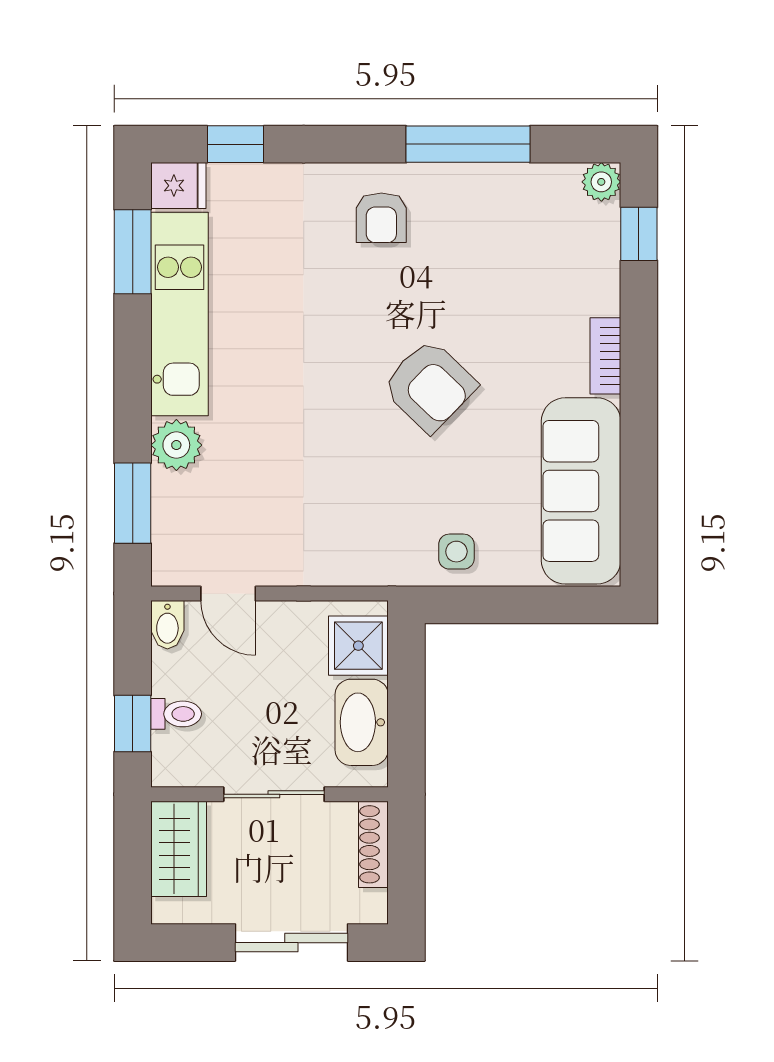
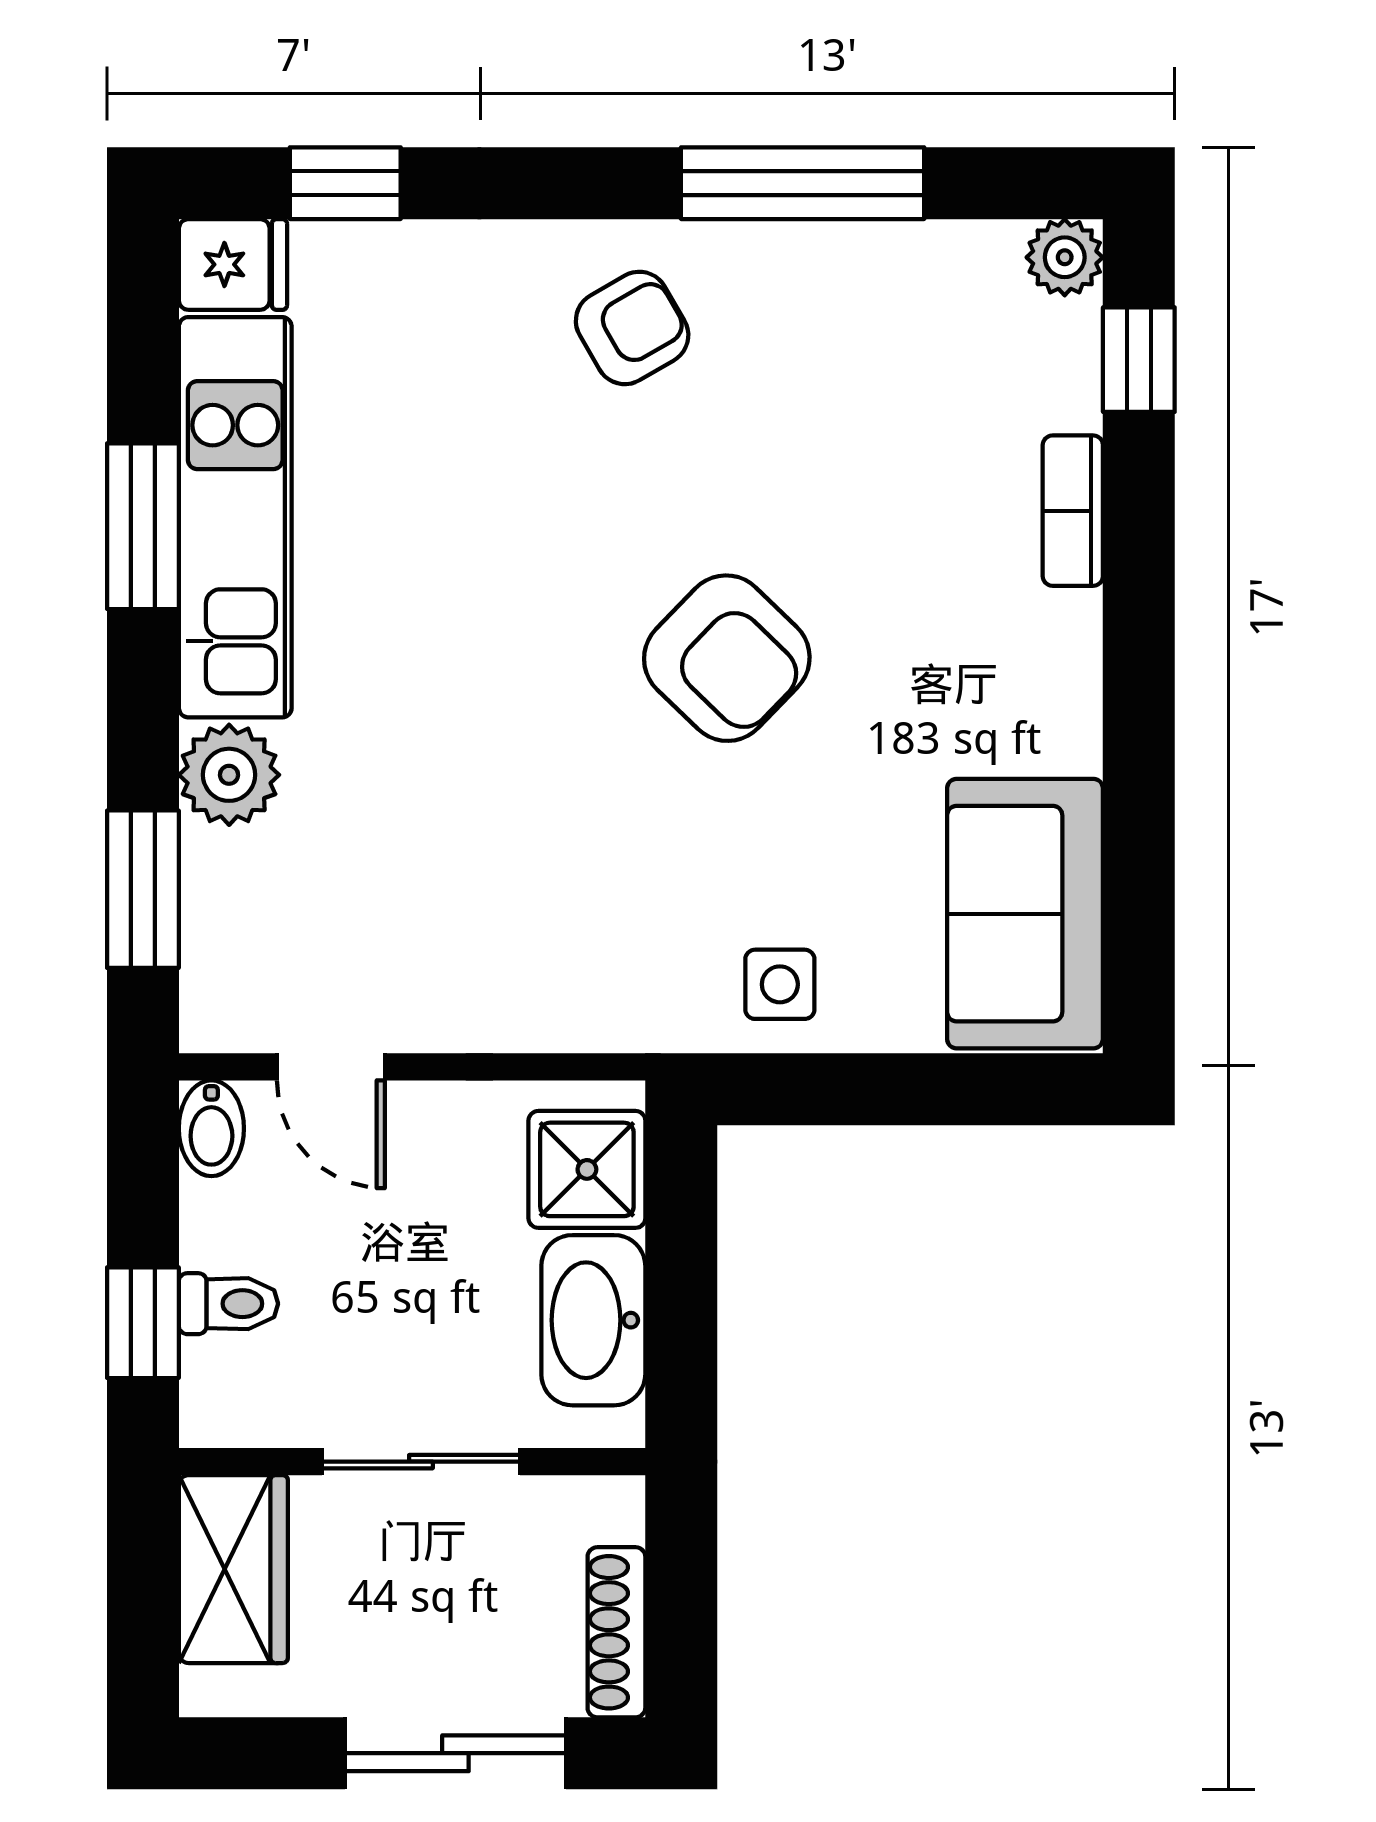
armchair: (381, 218) -> (632, 328), turned -120
window: (133, 252) -> (143, 526), moved
bookcase: (605, 356) -> (1073, 511), moved
sofa: (581, 491) -> (1025, 914), width x0.73
shoe rack: (373, 844) -> (616, 1632), moved

